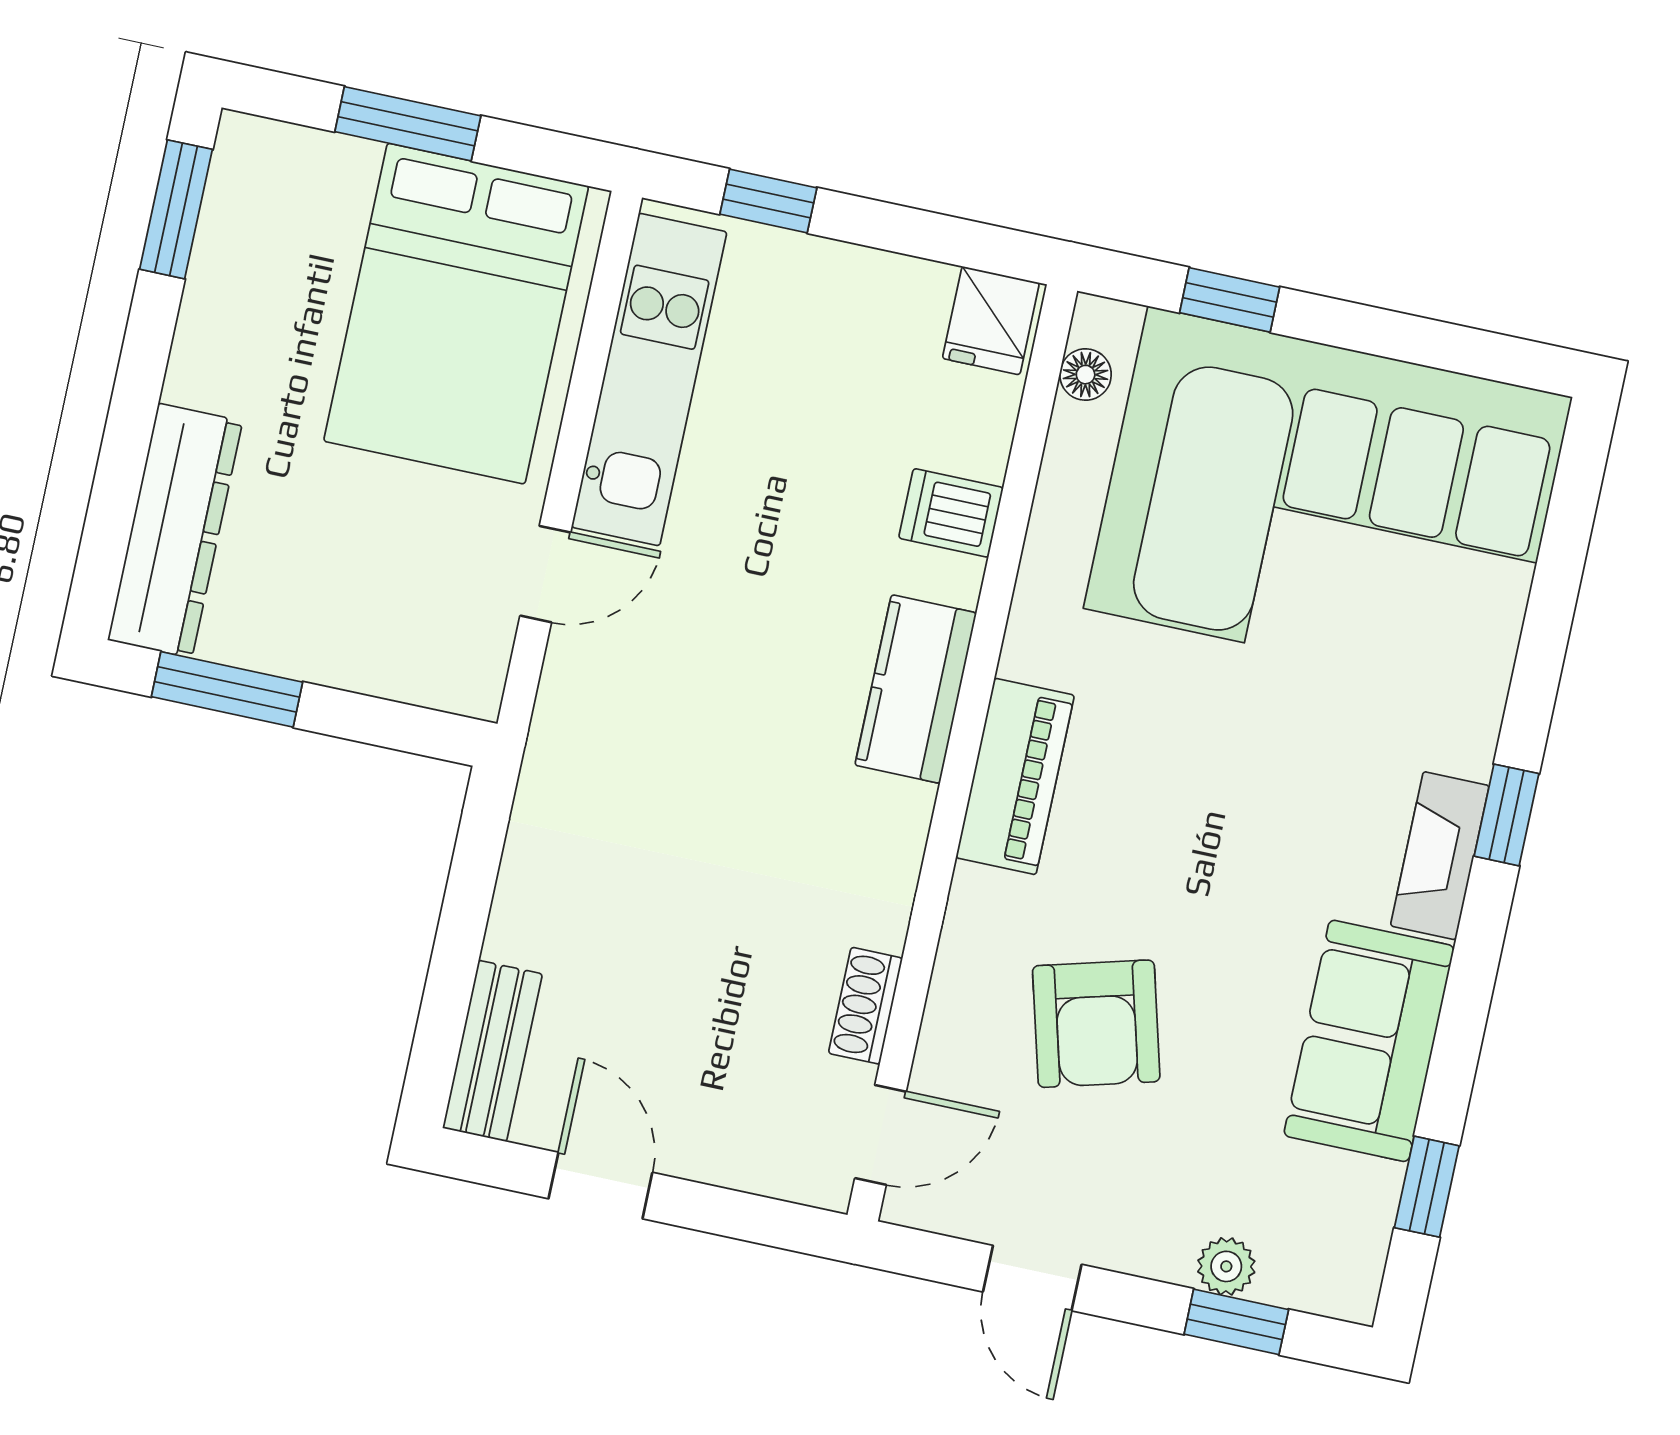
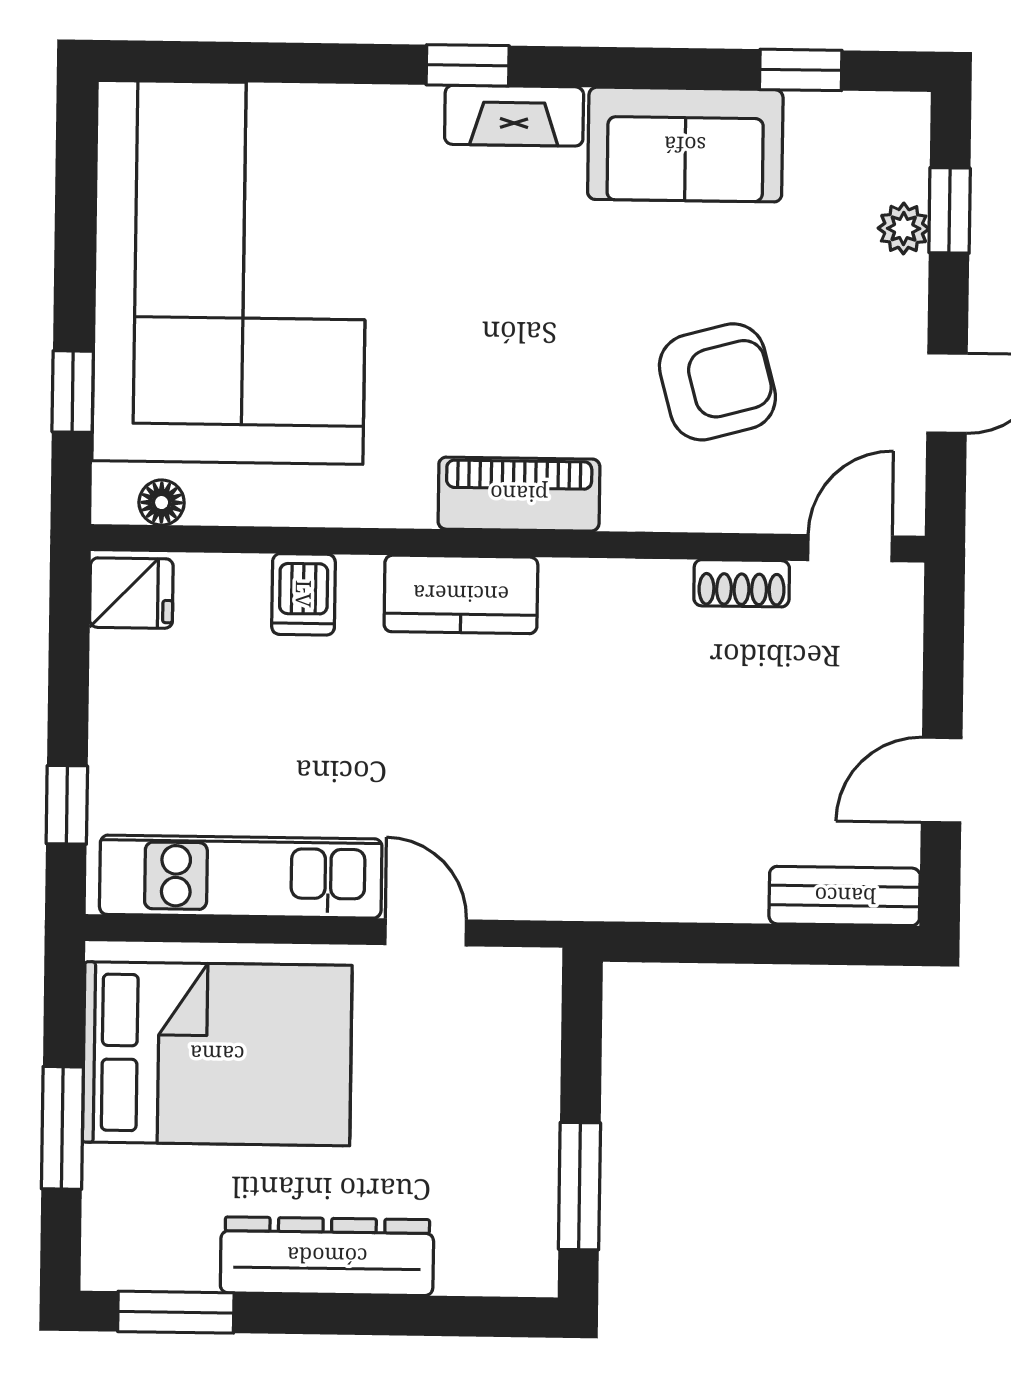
dresser: (175, 531) -> (327, 1256), moved
door: (880, 1135) -> (850, 548), hinge flipped

